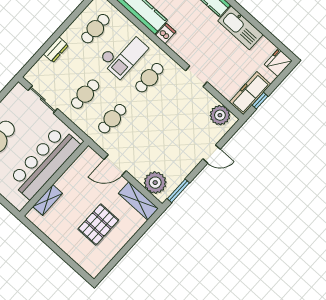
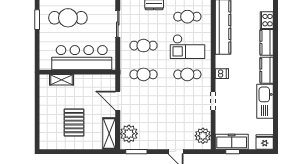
dishwasher: (166, 33) -> (222, 74), moved
pallet: (98, 225) -> (74, 123), turned 90

